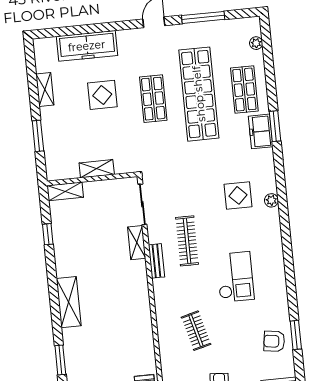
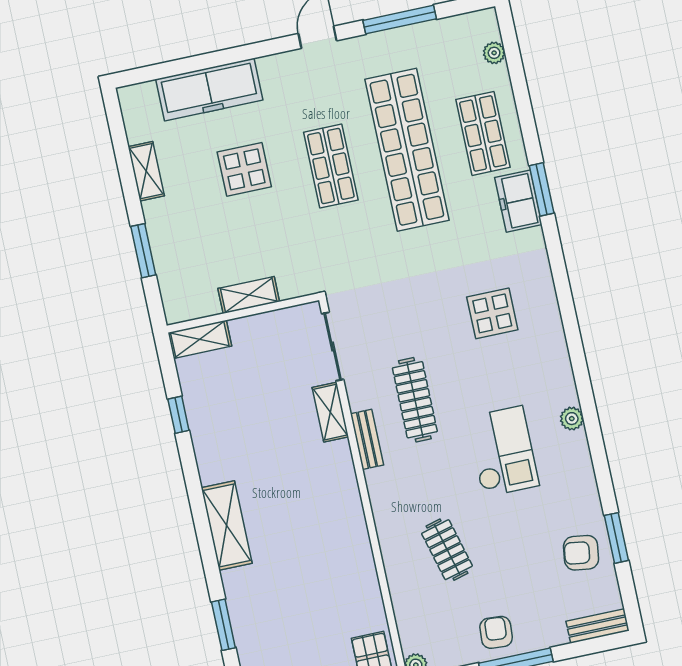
plant: (271, 200) -> (572, 419), moved

